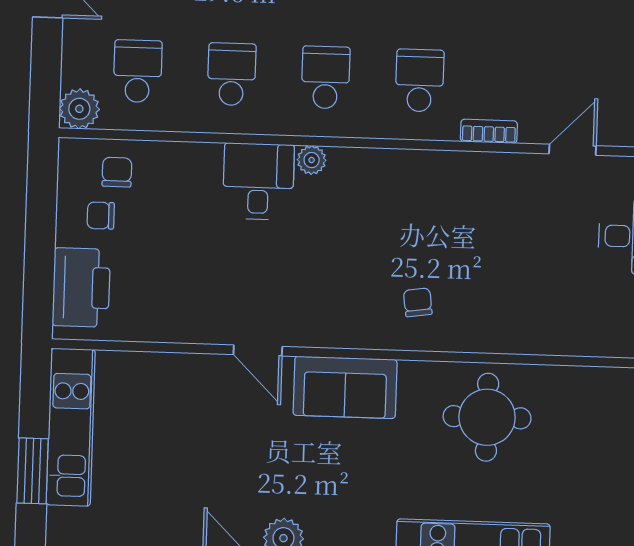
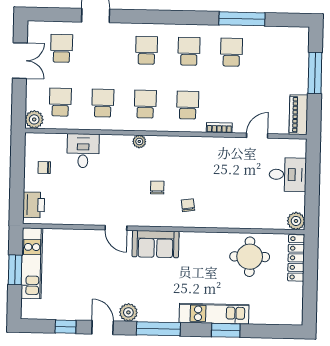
chair: (117, 172) -> (157, 188), moved
desk: (258, 181) -> (83, 151), moved
printer: (81, 287) -> (34, 205), width x0.73, depth x0.84
round table: (487, 417) -> (250, 257), moved
window: (33, 471) -> (15, 270), moved

